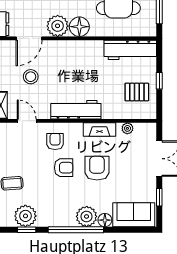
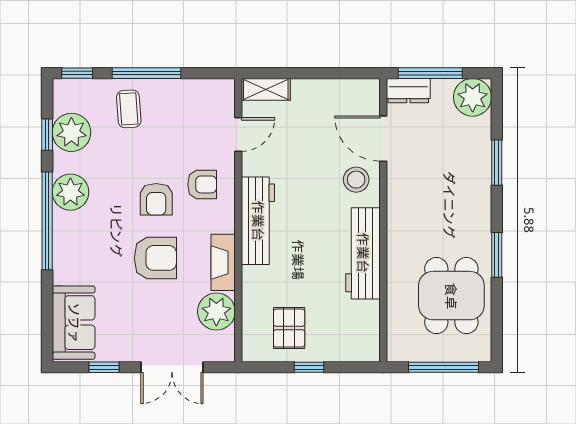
plant: (58, 26) -> (405, 189), removed
floor lamp: (79, 27) -> (404, 227), removed
workbench: (130, 50) -> (363, 253), moved
stool: (31, 77) -> (356, 180), moved
plant: (127, 128) -> (216, 312), width x1.87, depth x1.87
plant: (87, 216) -> (70, 192), moved
floor lamp: (105, 220) -> (64, 272), removed

